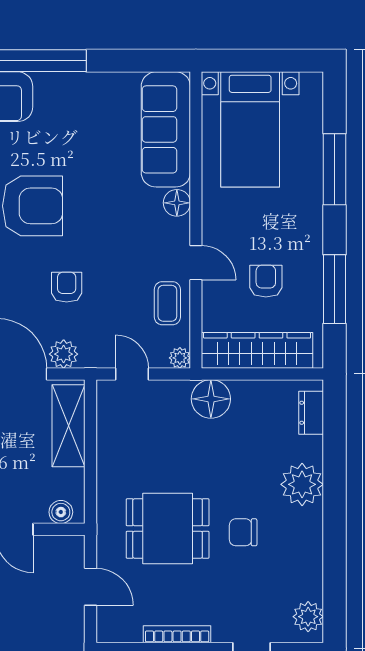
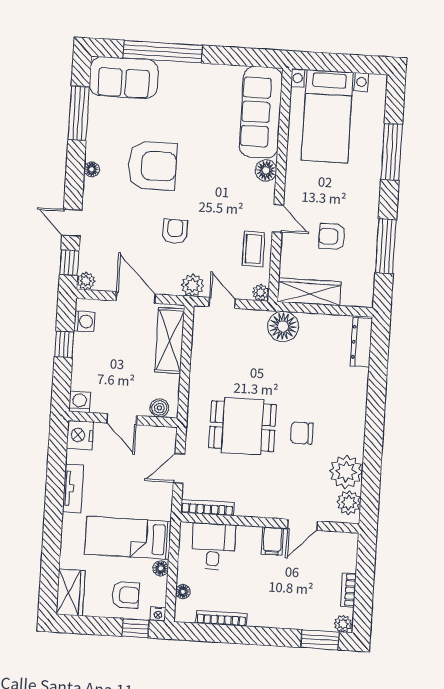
armchair: (266, 281) -> (332, 236), turned -90
wardrobe: (257, 350) -> (309, 292), width x0.71, depth x0.85
plant: (64, 354) -> (193, 285), moved
dresser: (311, 413) -> (361, 342), width x1.44
plant: (302, 484) -> (346, 472), moved
door: (91, 587) -> (179, 468), swing flipped
bookcase: (177, 634) -> (207, 508), moved

